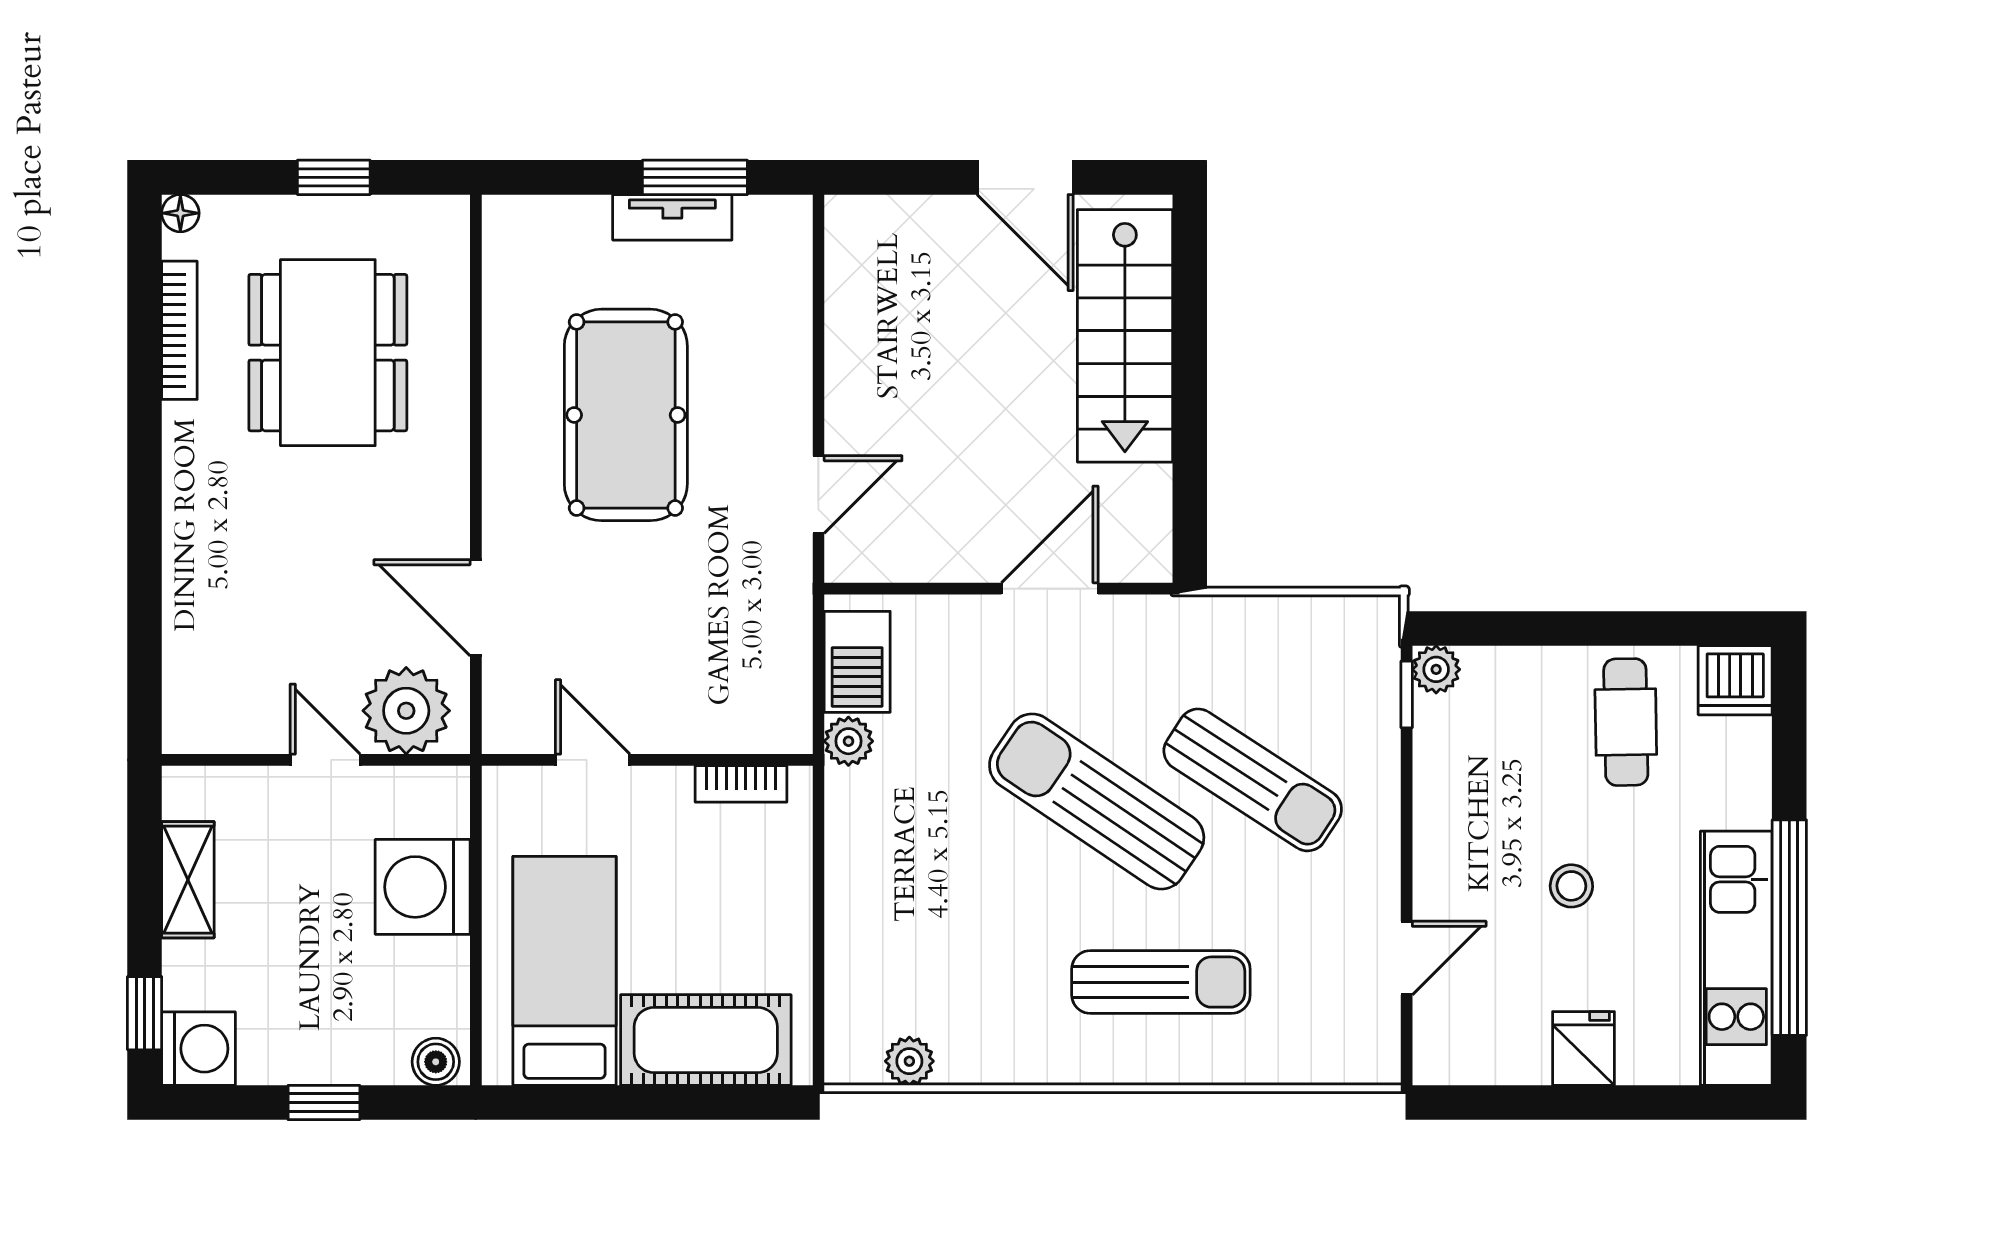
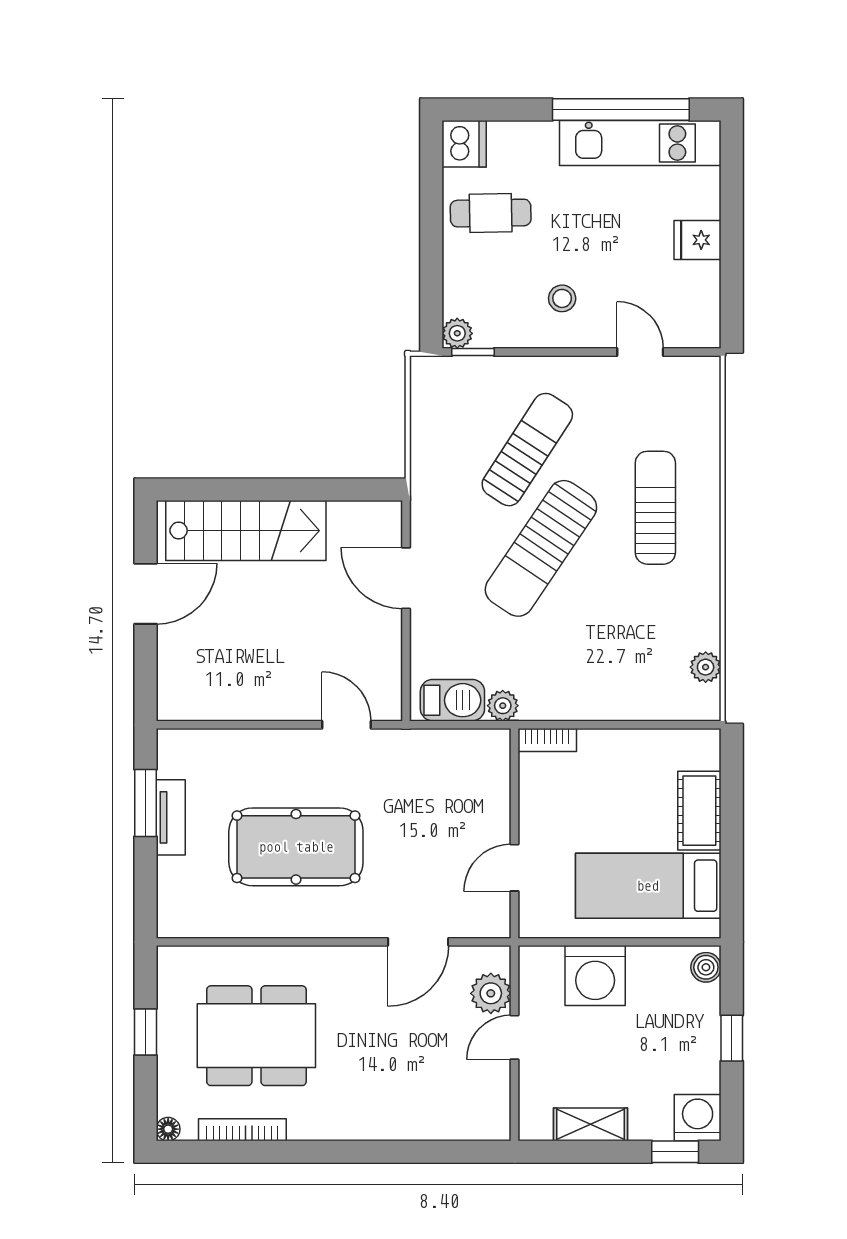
plant: (406, 711) -> (491, 993), width x0.73, depth x0.73
bookcase: (741, 784) -> (547, 740), moved, turned 90
stool: (1571, 886) -> (562, 298), moved
cot: (706, 1040) -> (699, 811), width x0.73, depth x0.75

